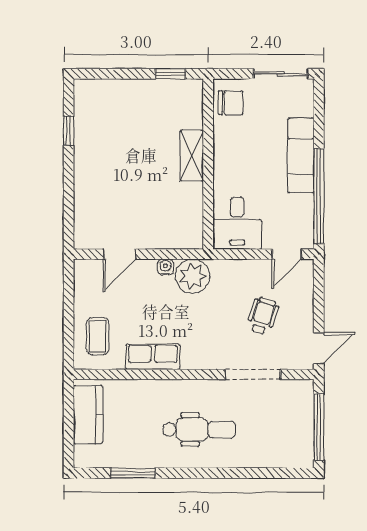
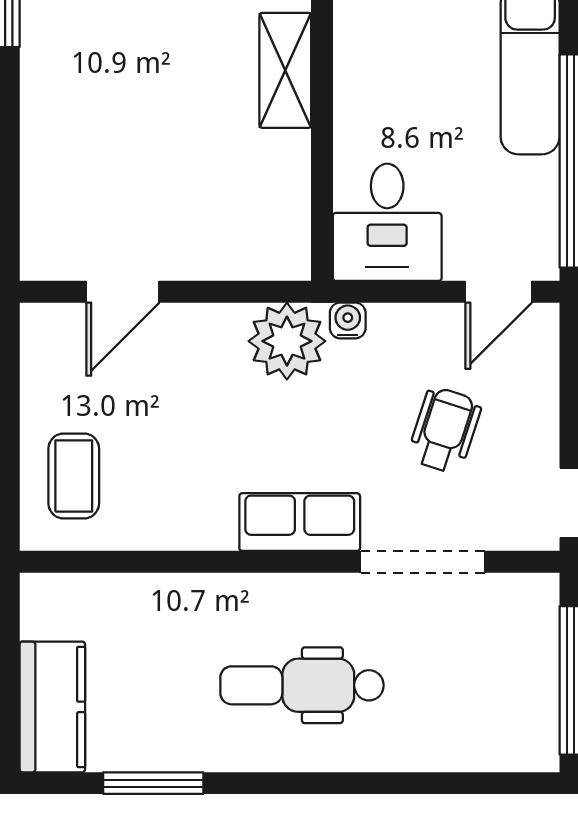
water cooler: (165, 267) -> (348, 320), moved
row of seats: (153, 357) -> (300, 522), moved
kitchen counter: (88, 415) -> (52, 707), moved
dental chair: (199, 429) -> (302, 685), turned 180

